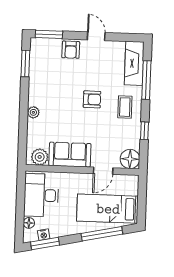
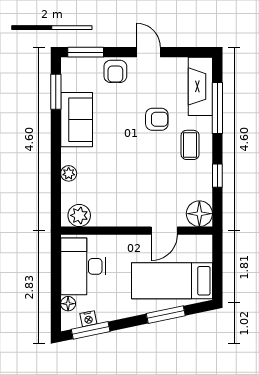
armchair: (92, 99) -> (157, 119), moved
plant: (33, 112) -> (69, 173), moved
sofa: (70, 155) -> (77, 120), moved, turned 90
window: (102, 234) -> (166, 315), width x0.69

